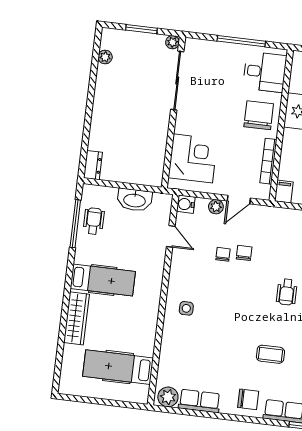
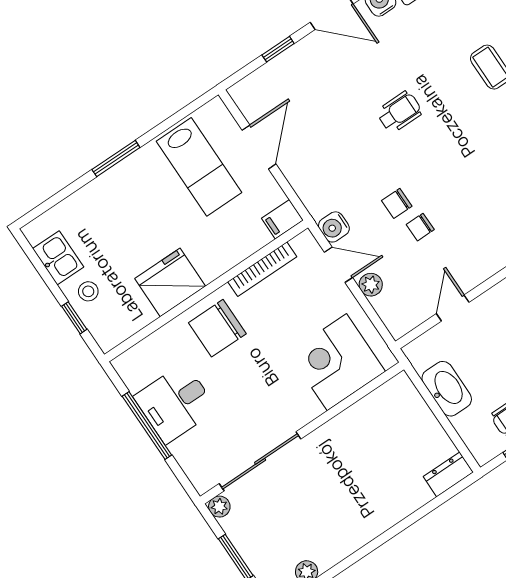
desk: (265, 72) -> (175, 403), moved, turned -90
water cooler: (186, 204) -> (334, 227), moved, turned 90

